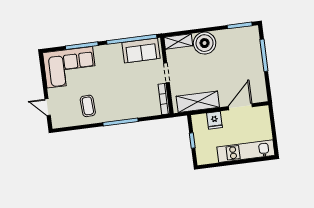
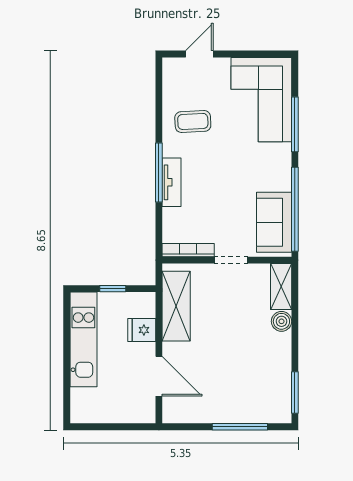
boiler: (205, 43) -> (281, 321), width x0.54, depth x0.54
tv unit: (125, 114) -> (171, 182), added
kitchen unit: (246, 151) -> (83, 339), moved

